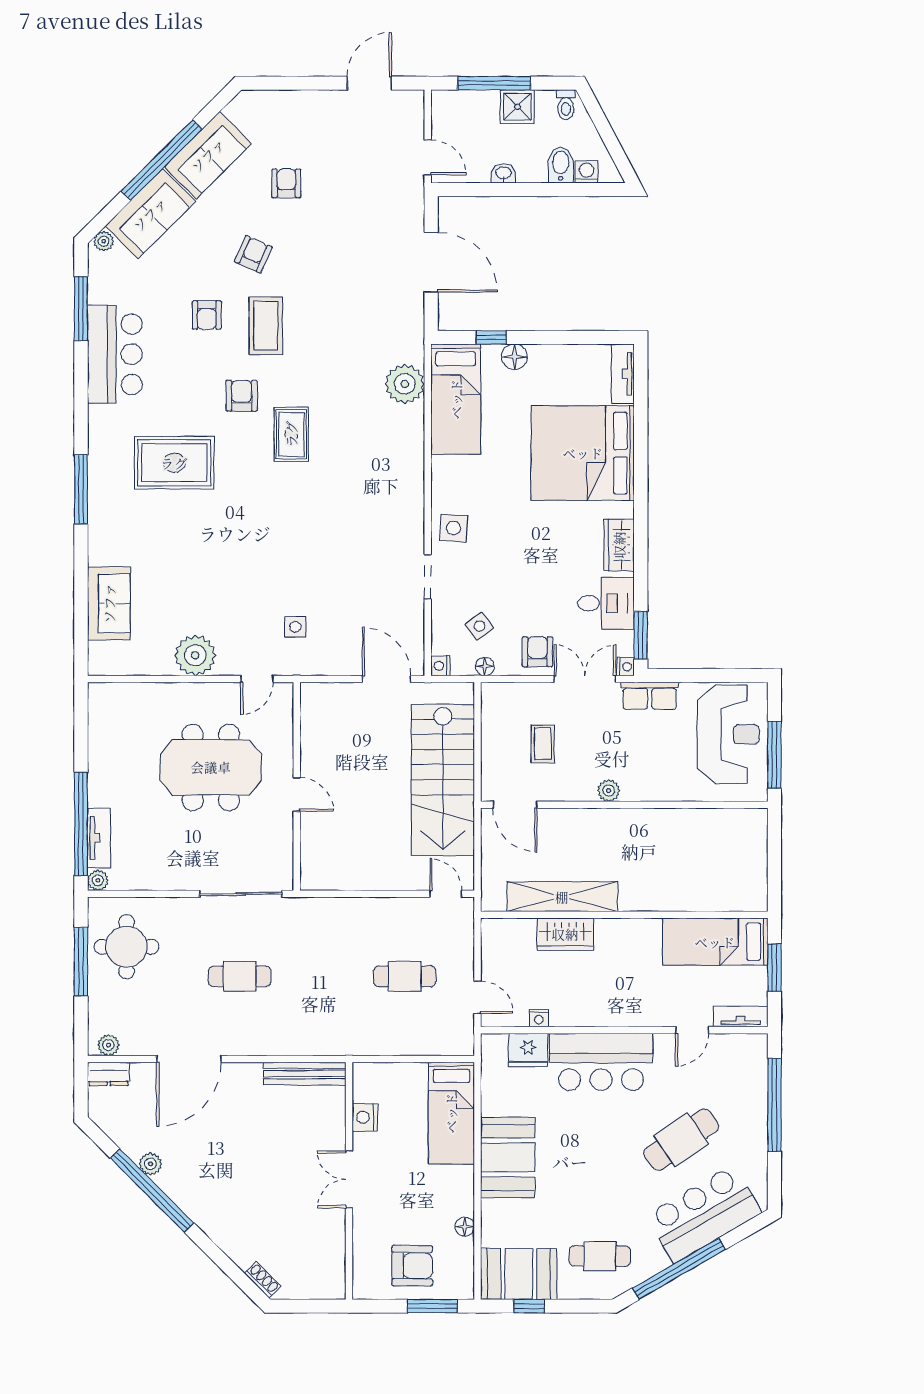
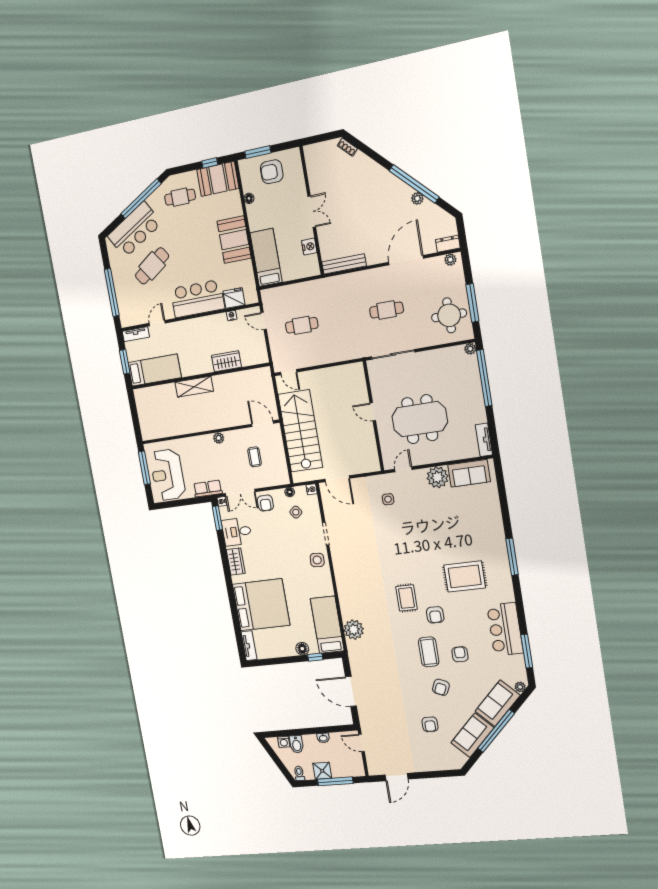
sofa: (109, 603) -> (469, 473), moved, turned -90
tv unit: (99, 838) -> (484, 440), moved
shelving: (562, 897) -> (194, 387), moved, width x0.68

